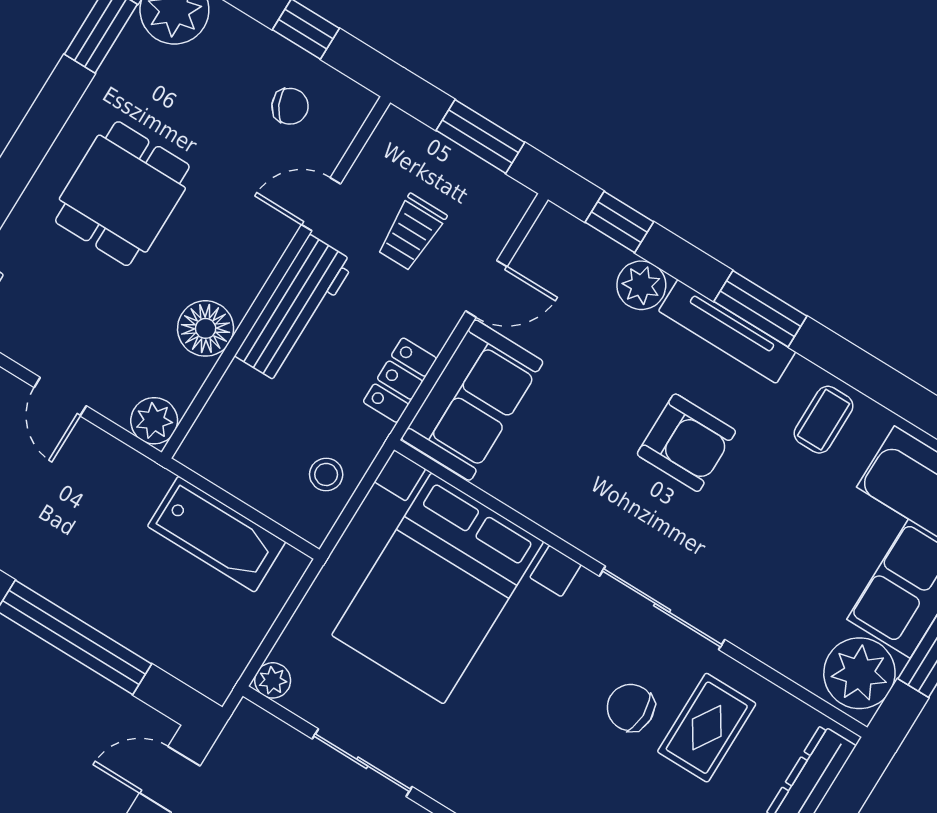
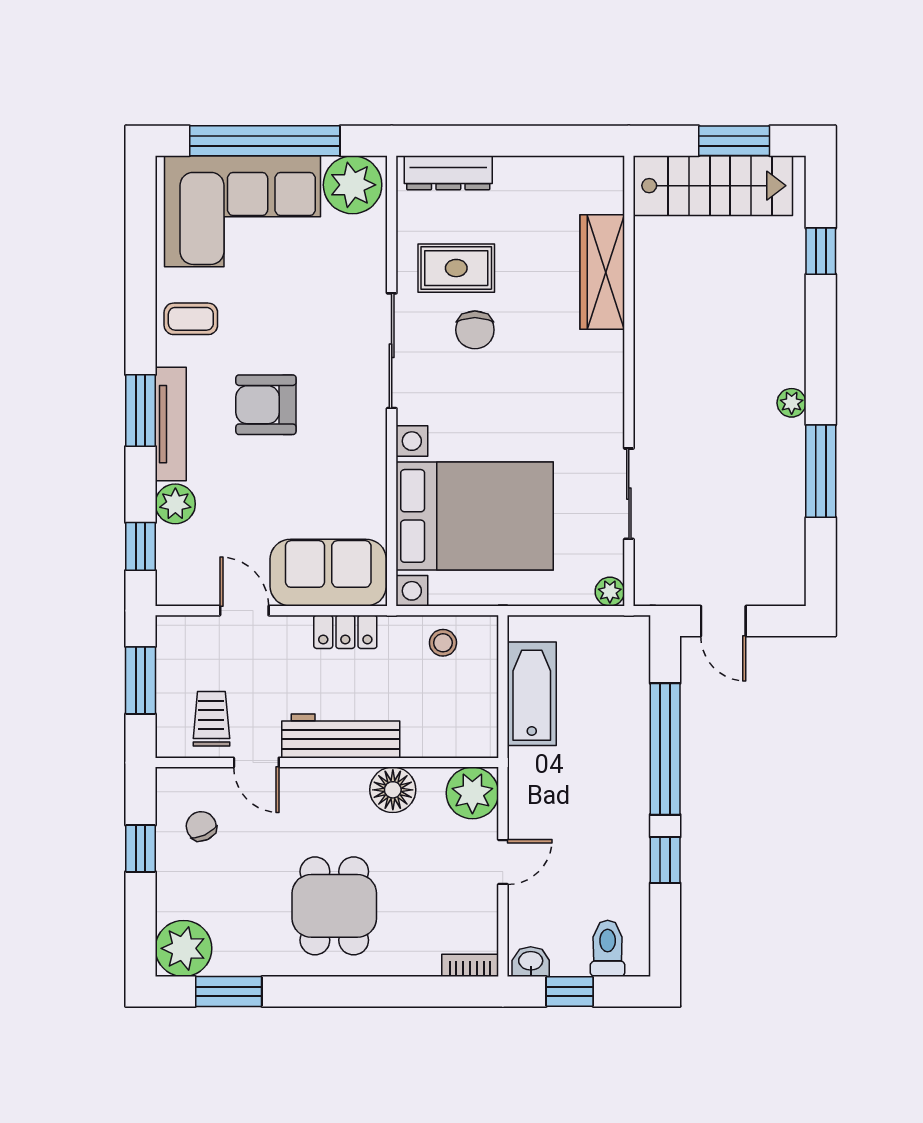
dining table: (122, 194) -> (334, 906), turned 90
trolley: (411, 232) -> (211, 719), moved, turned -90
plant: (154, 421) -> (472, 793), width x1.36, depth x1.36
armchair: (686, 443) -> (266, 405), turned -90

